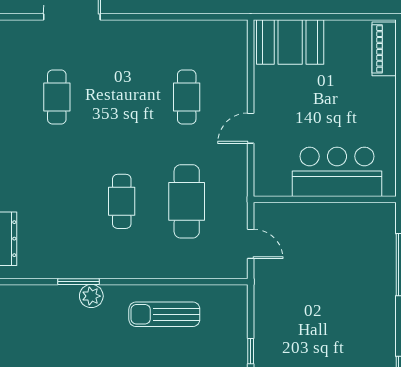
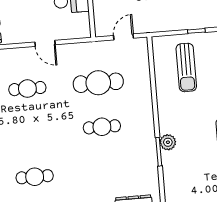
sun lounger: (164, 314) -> (186, 67), moved

